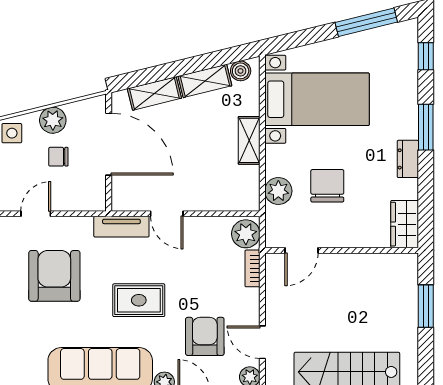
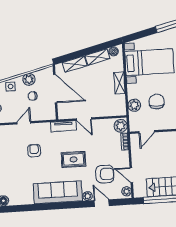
armchair: (54, 276) -> (34, 151), width x0.53, depth x0.53
armchair: (205, 336) -> (105, 174), turned 90

